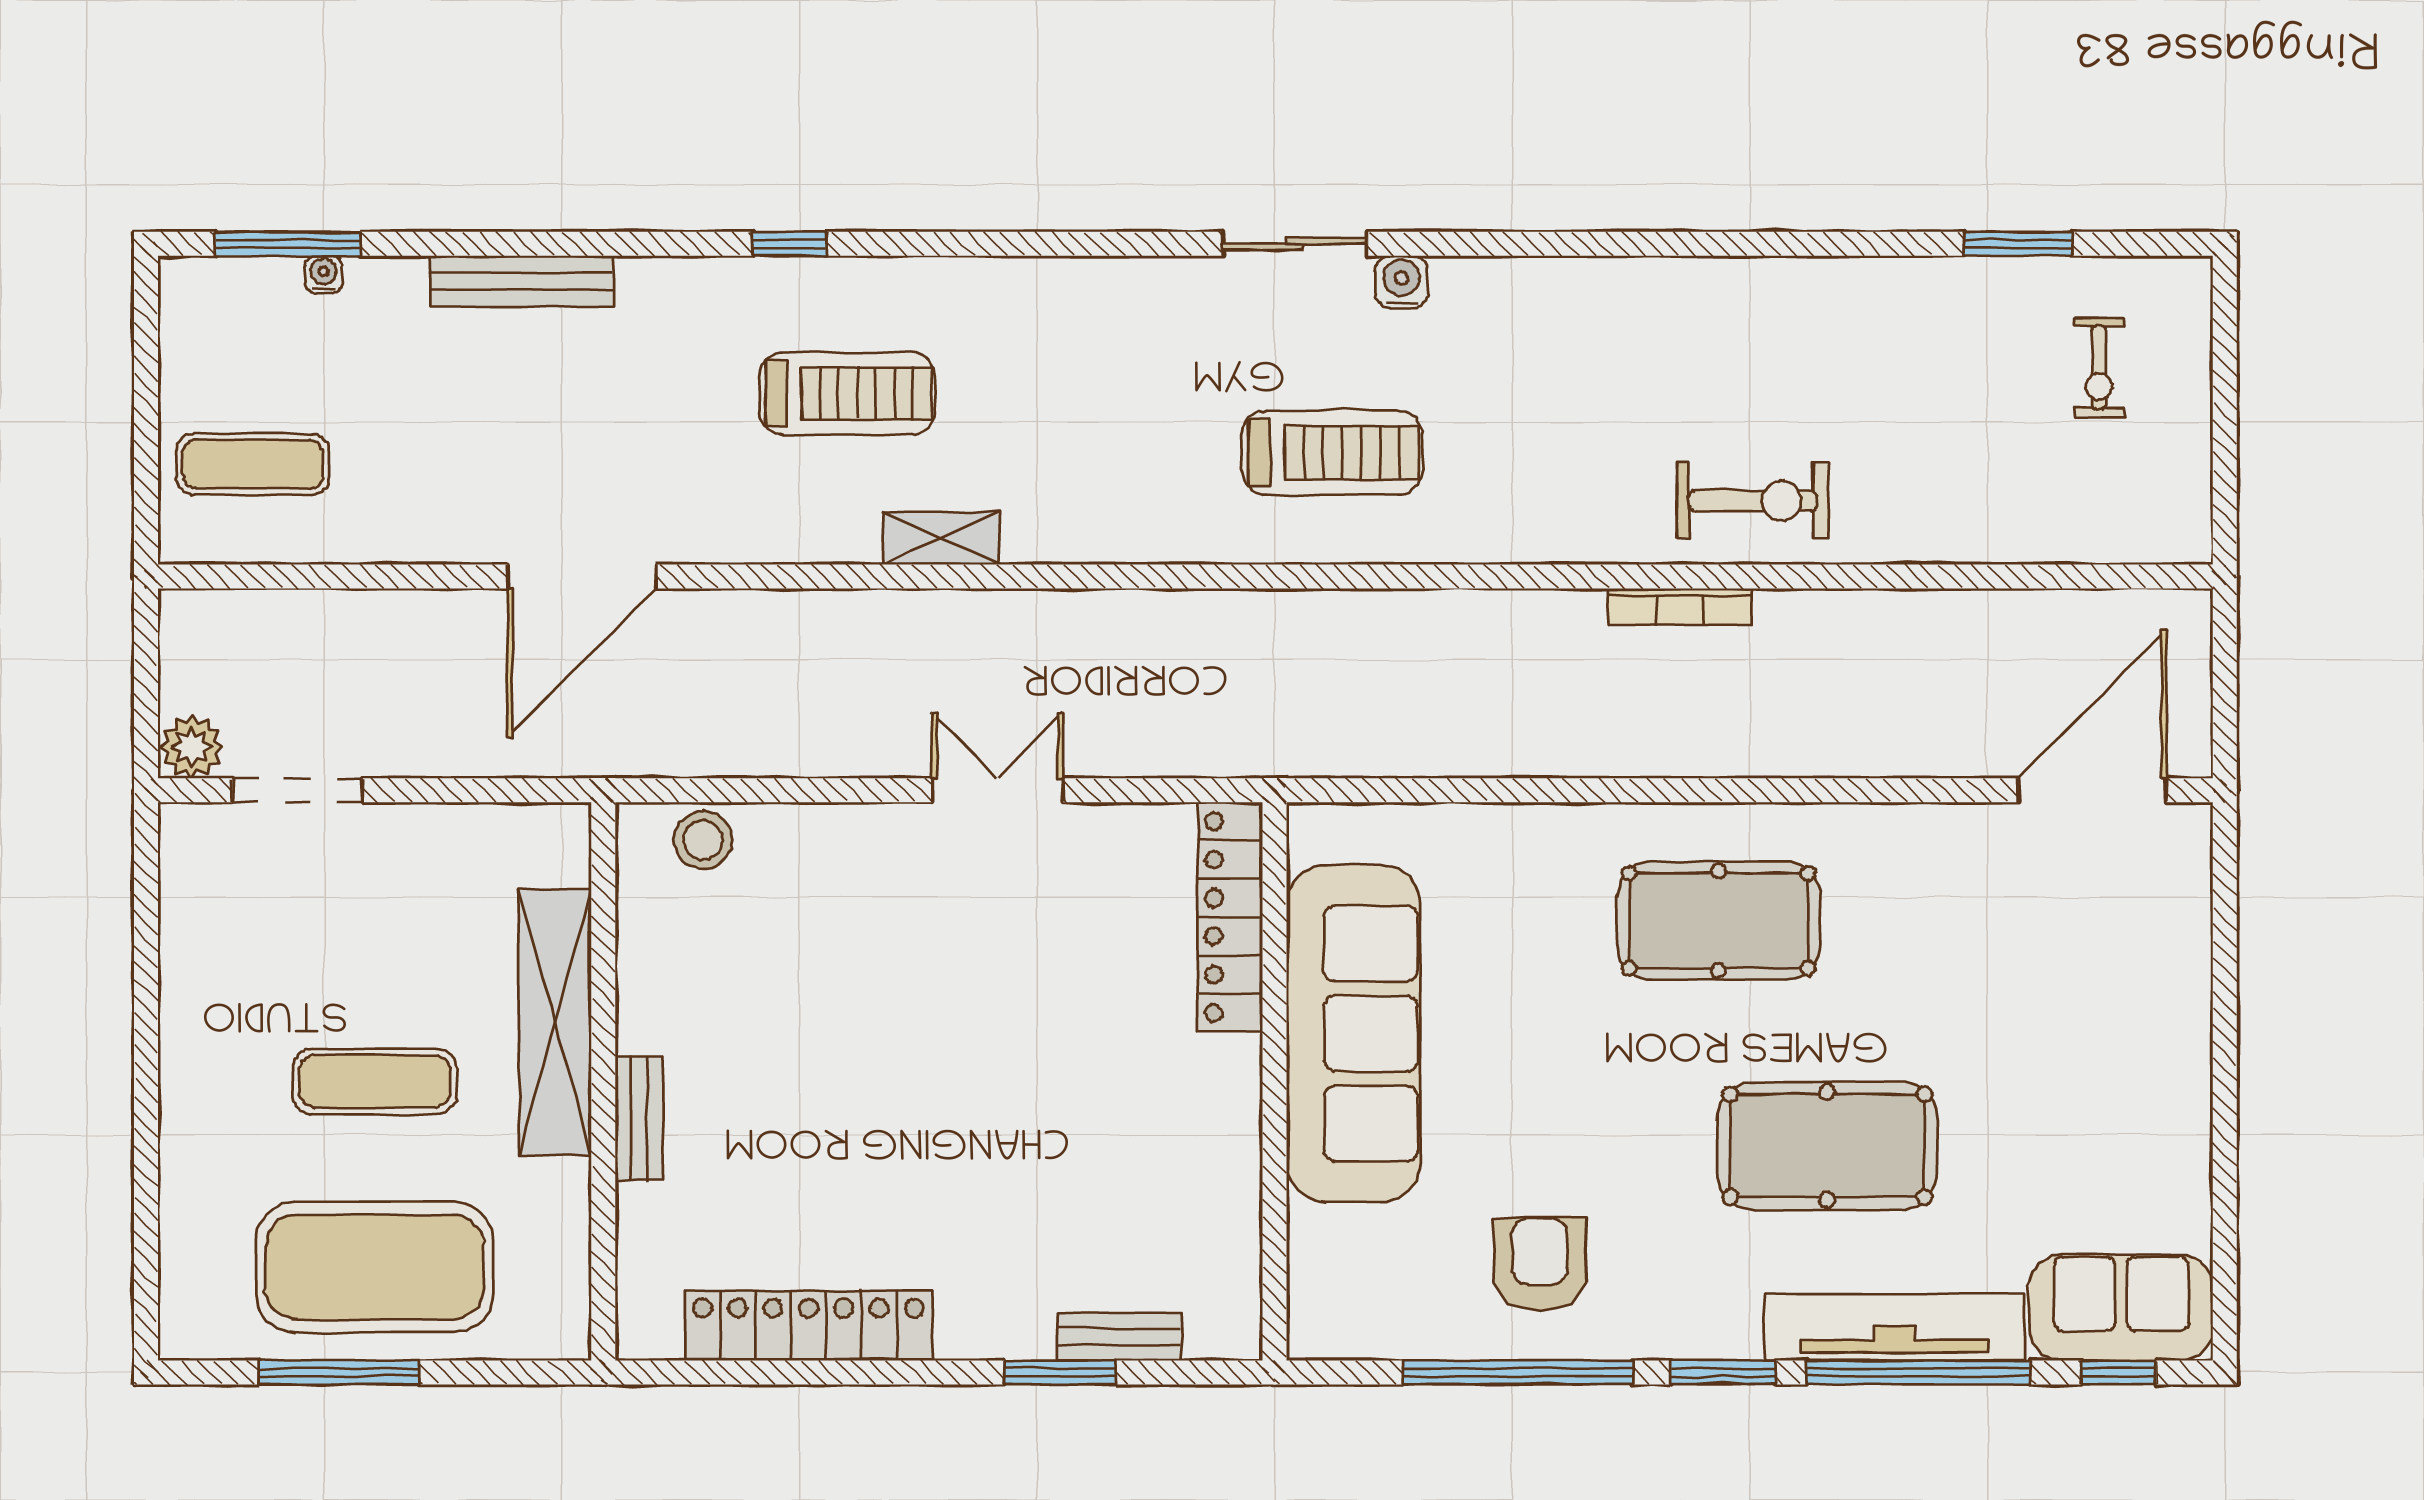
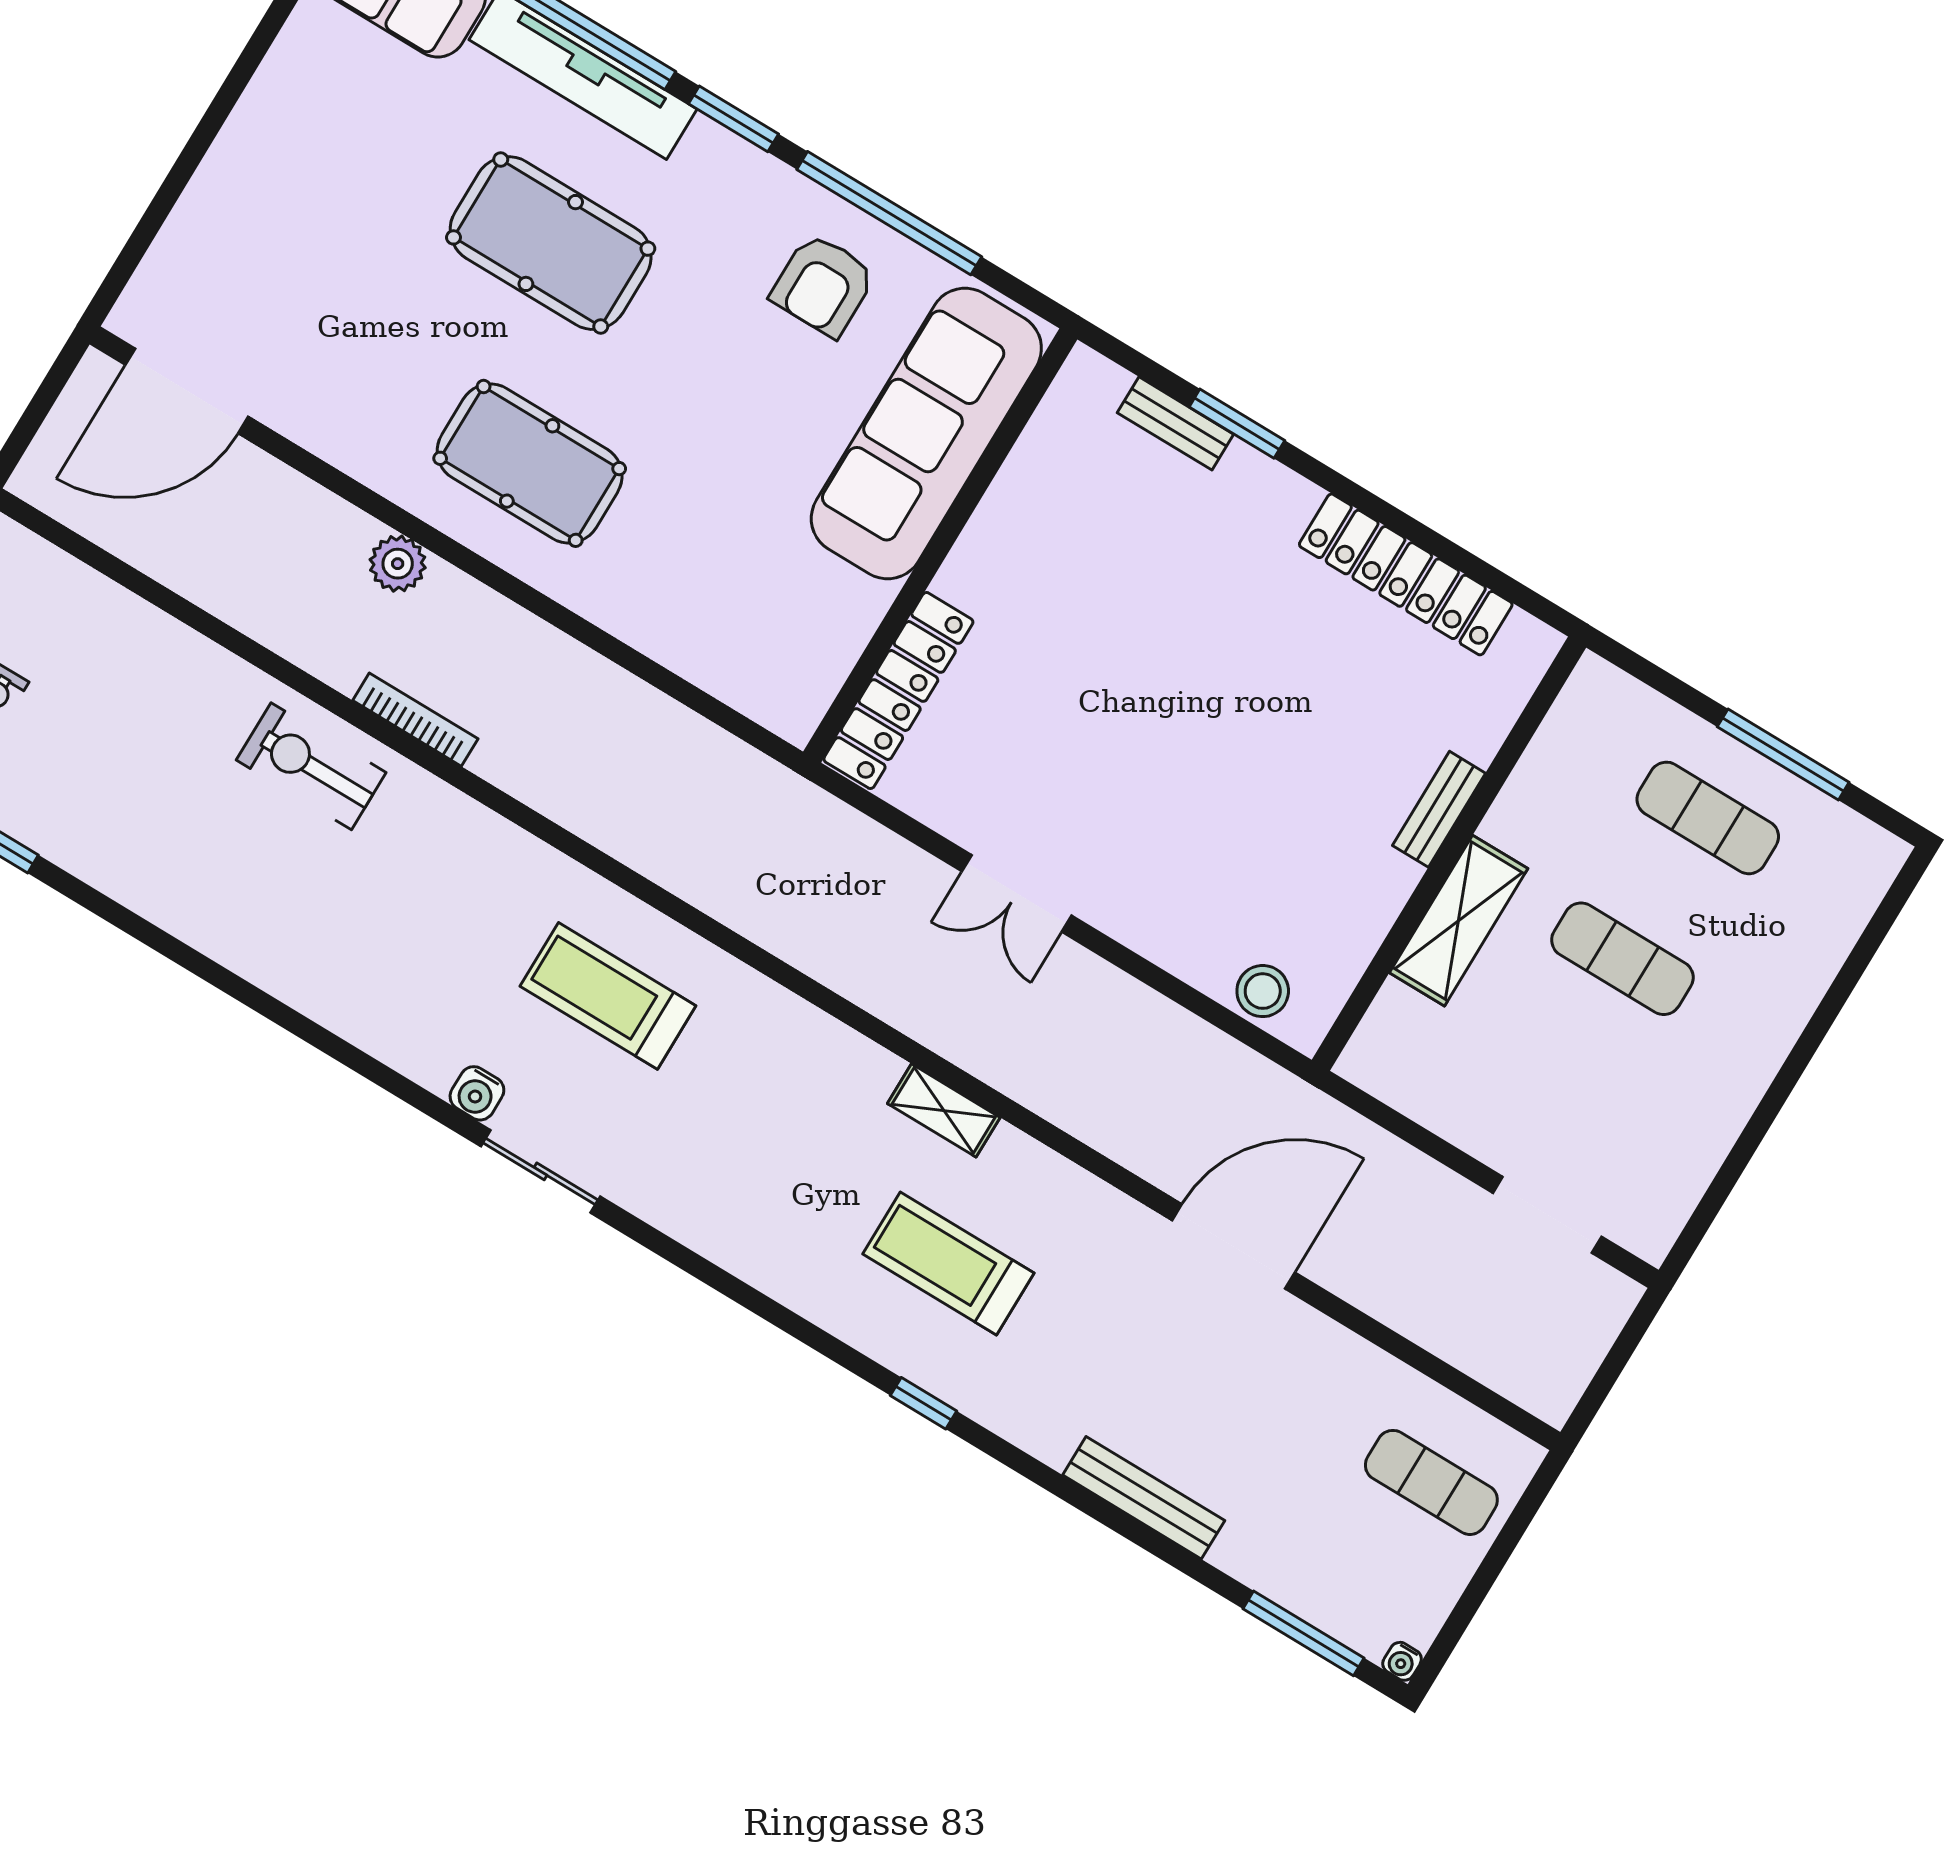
water cooler: (323, 275) -> (1402, 1661), moved
plant: (192, 747) -> (398, 564), moved
shelving: (555, 1022) -> (1459, 921), width x0.68
sofa: (1353, 1033) -> (926, 433), moved
exercise mat: (375, 1267) -> (1708, 818), width x0.50, depth x0.69

